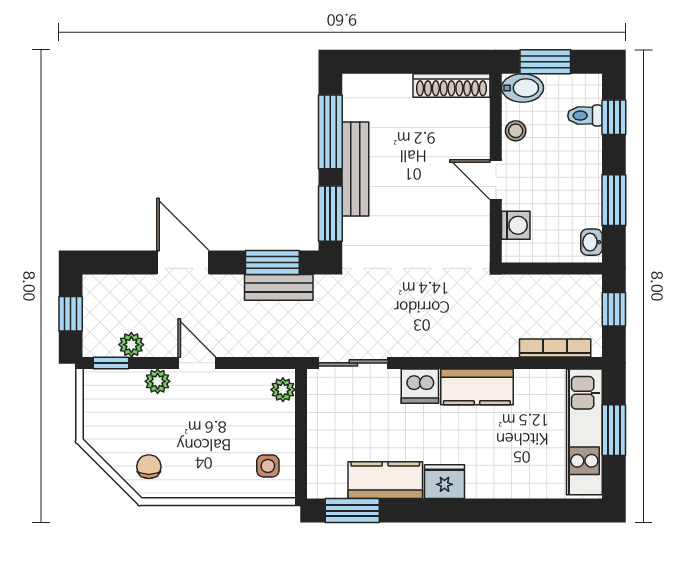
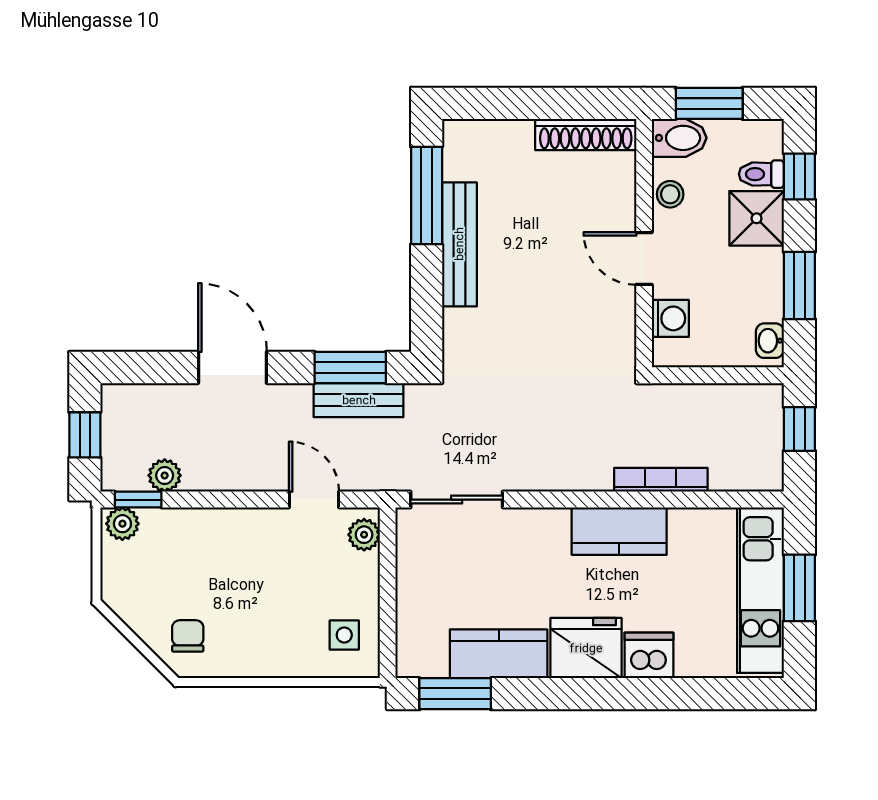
shower: (581, 149) -> (757, 218), added
window: (330, 214) -> (427, 303), removed
bookcase: (555, 348) -> (661, 480), moved
door: (197, 363) -> (314, 500), moved
plant: (158, 381) -> (122, 524), moved
dishwasher: (420, 386) -> (649, 655), moved, turned 180
fridge: (444, 482) -> (586, 648), width x1.36, depth x1.34

